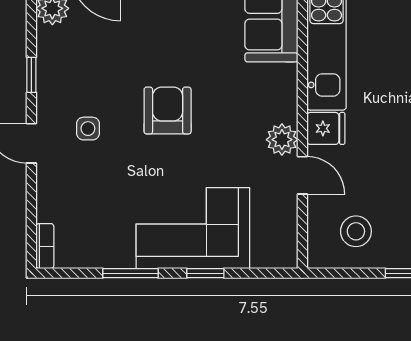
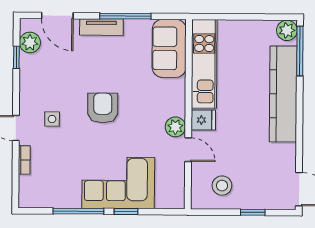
window: (31, 75) -> (16, 57), moved
bookcase: (45, 246) -> (24, 160), moved
window: (130, 273) -> (78, 211), width x1.44

